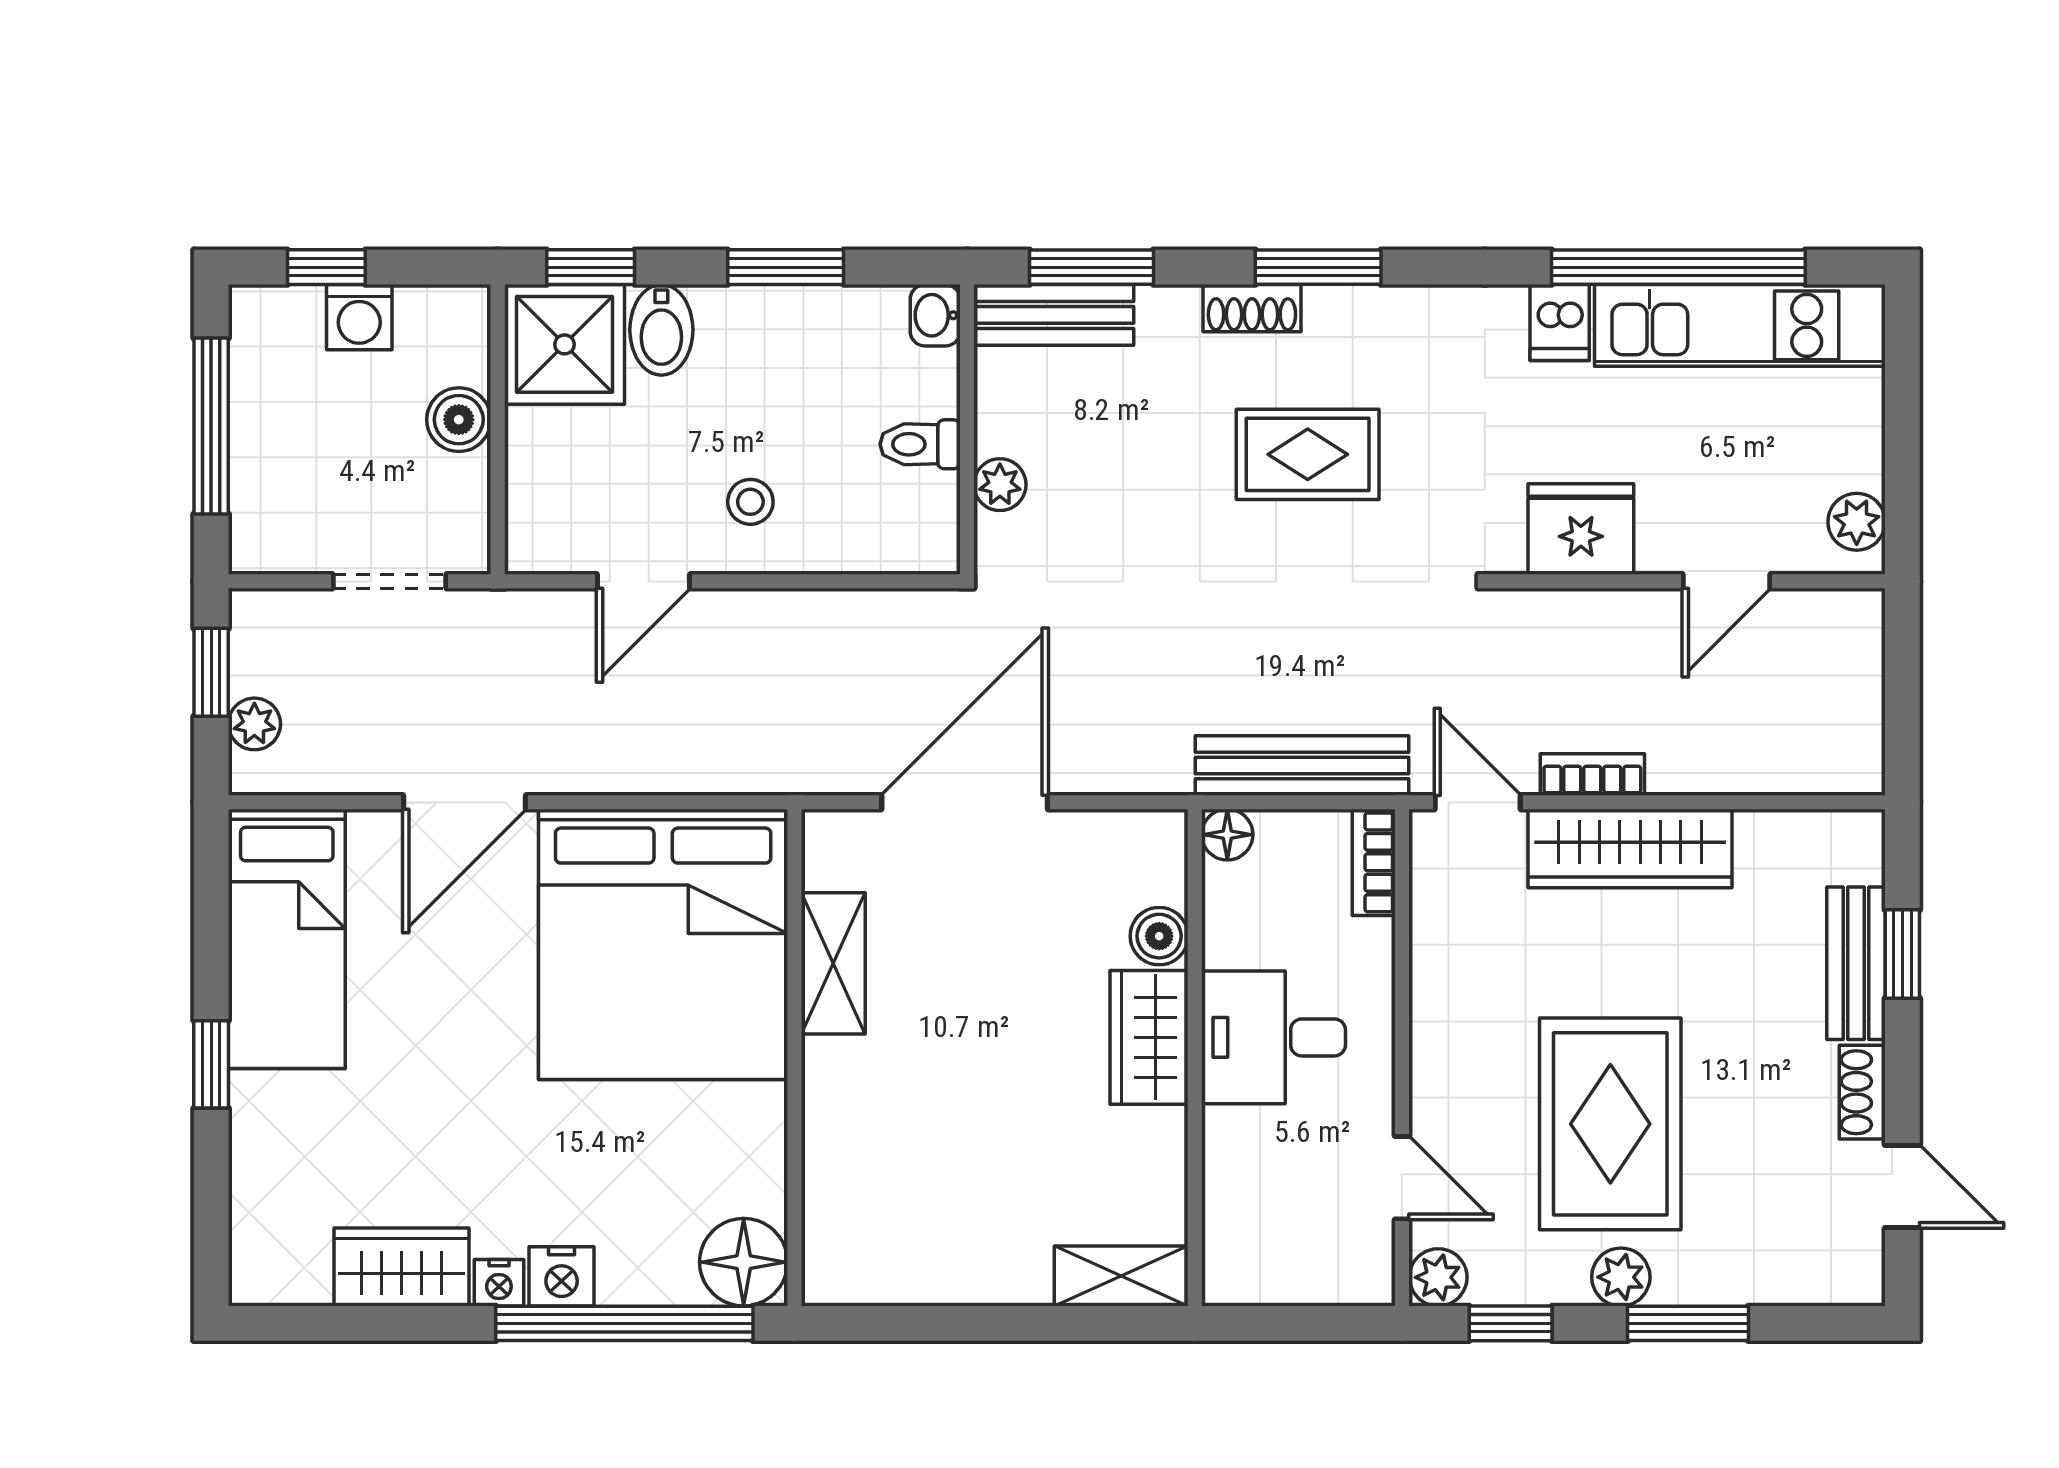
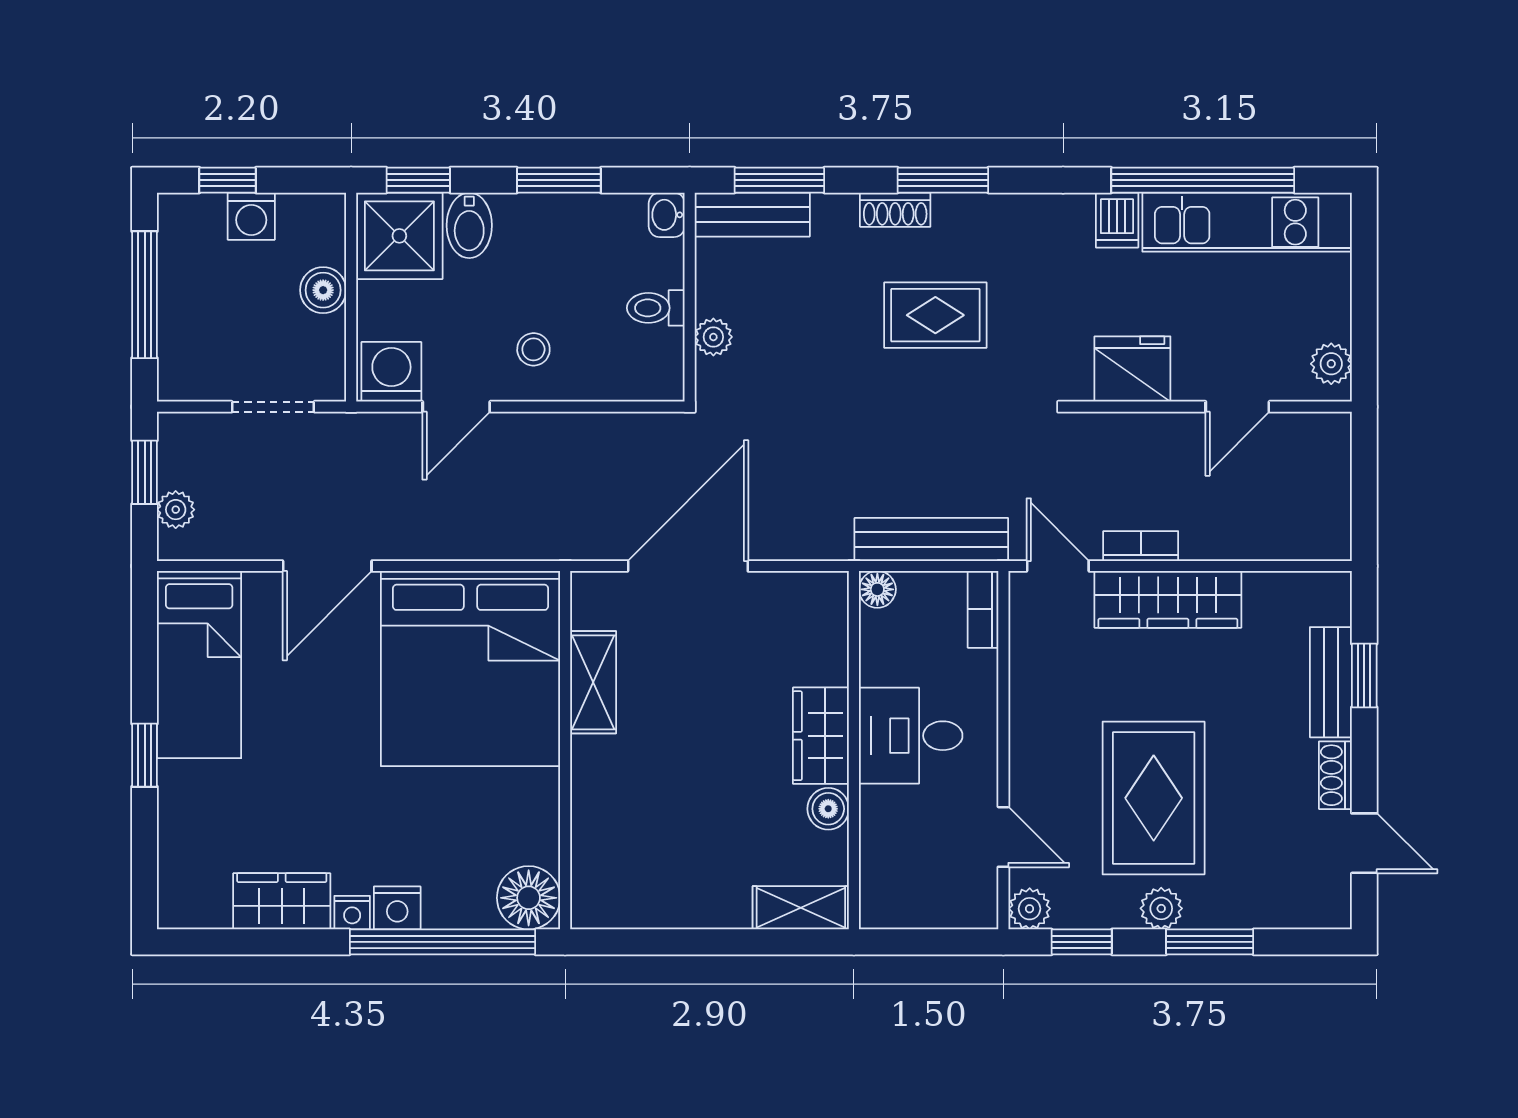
washing machine: (553, 533) -> (391, 372), added
boiler: (1159, 936) -> (828, 809), moved

